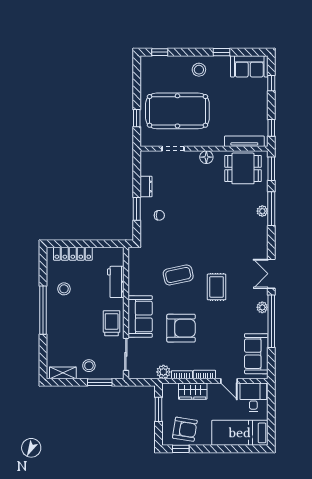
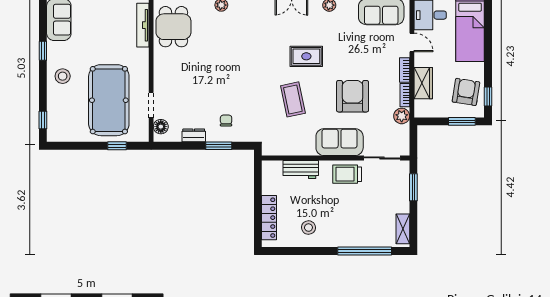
floor lamp: (206, 157) -> (161, 127), moved
window: (43, 310) -> (365, 251), moved
stool: (89, 366) -> (395, 200), removed
door: (229, 381) -> (412, 42), hinge flipped
window: (159, 409) -> (462, 121), moved

